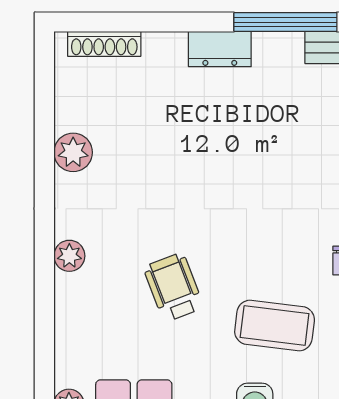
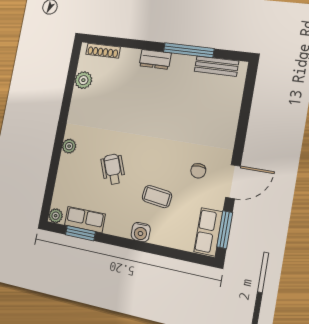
plant: (73, 152) -> (83, 80), moved
coffee table: (275, 326) -> (157, 197), width x0.73, depth x0.77

